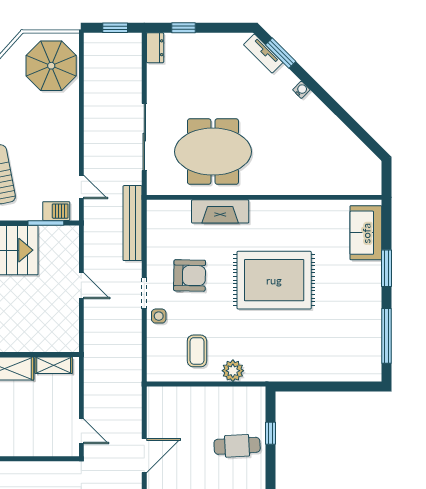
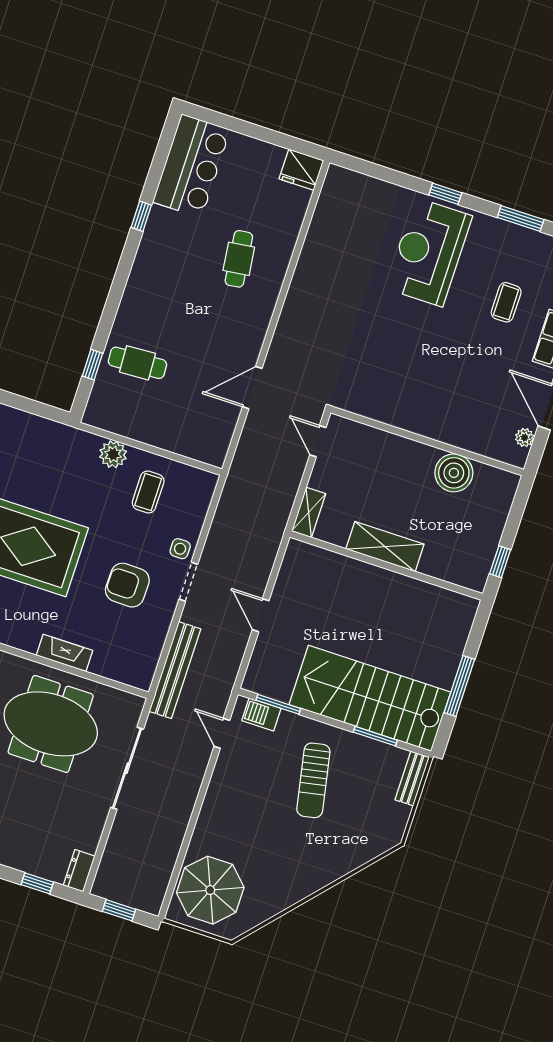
fireplace: (220, 211) -> (64, 653), width x0.73, depth x0.76
shelving: (54, 365) -> (309, 512), moved, turned 90

